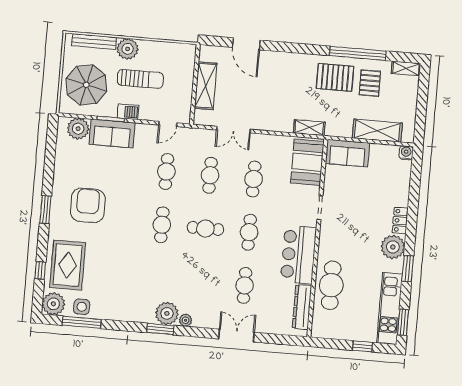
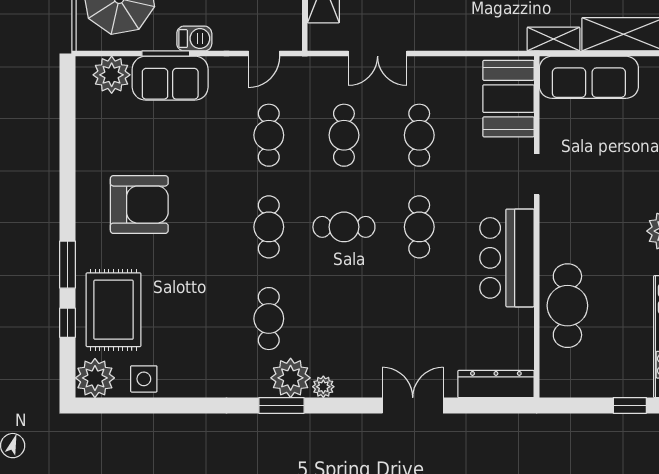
shelving: (309, 128) -> (553, 39), moved
sofa: (347, 153) -> (589, 77), width x1.36
armchair: (88, 205) -> (139, 205), turned 90
window: (45, 209) -> (67, 265), moved
cafe table: (245, 285) -> (269, 319), moved
dresser: (302, 307) -> (496, 384), moved, turned 90
window: (82, 322) -> (146, 405), removed

